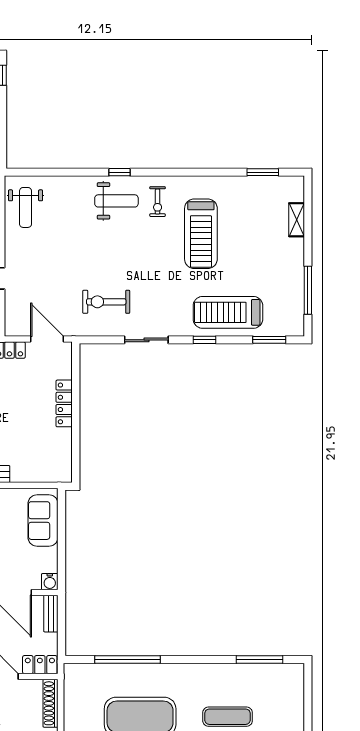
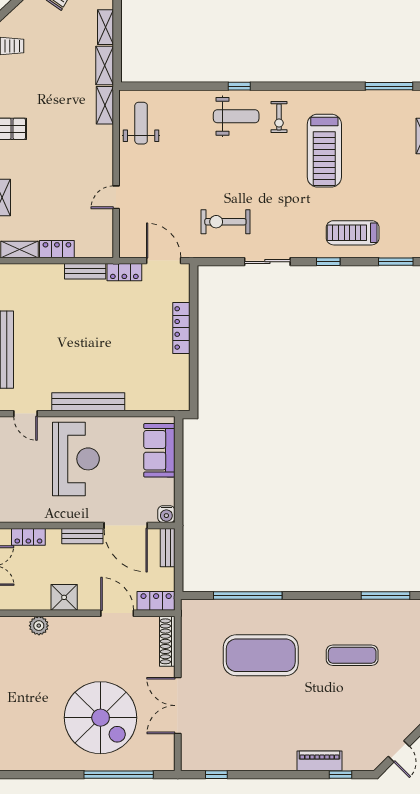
window: (263, 172) -> (389, 86), width x1.44
weight bench: (26, 207) -> (141, 123), turned 180
treadmill: (228, 312) -> (353, 233), width x0.73, depth x0.73

